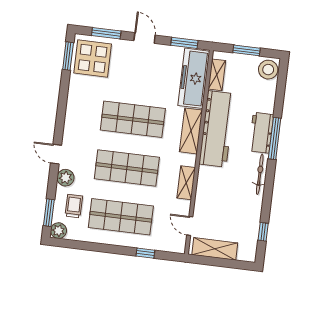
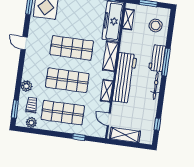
stool: (268, 70) -> (156, 26), moved
workbench: (217, 129) -> (125, 78), moved
door: (56, 154) -> (24, 43), moved
plant: (58, 231) -> (31, 123), moved

